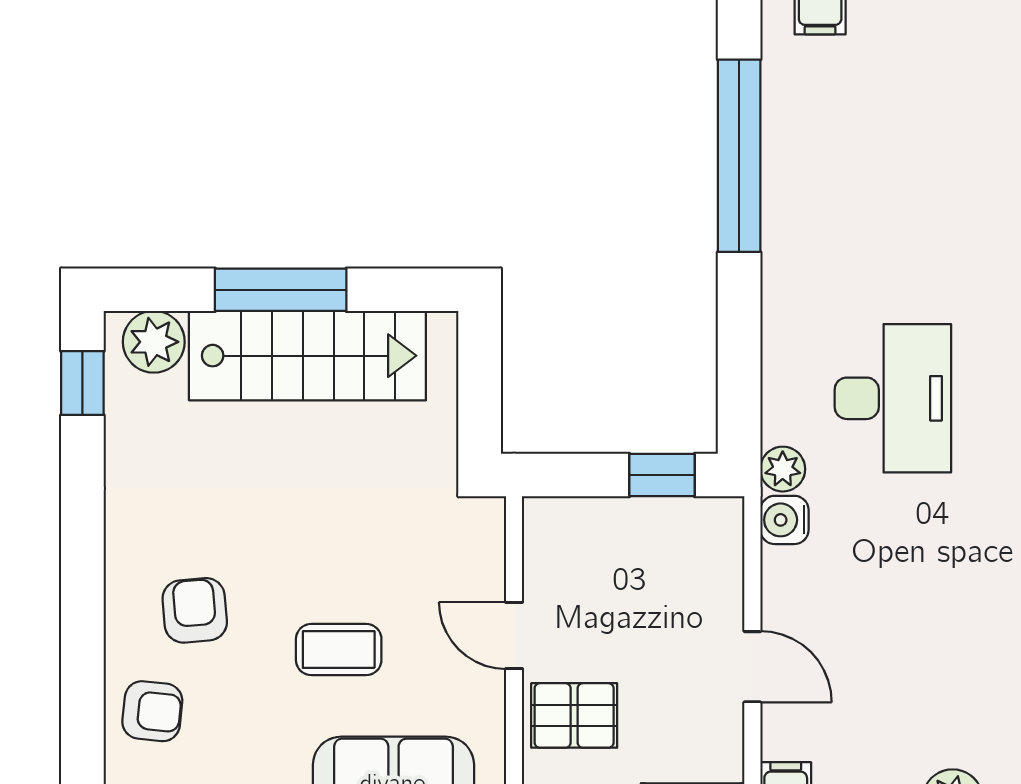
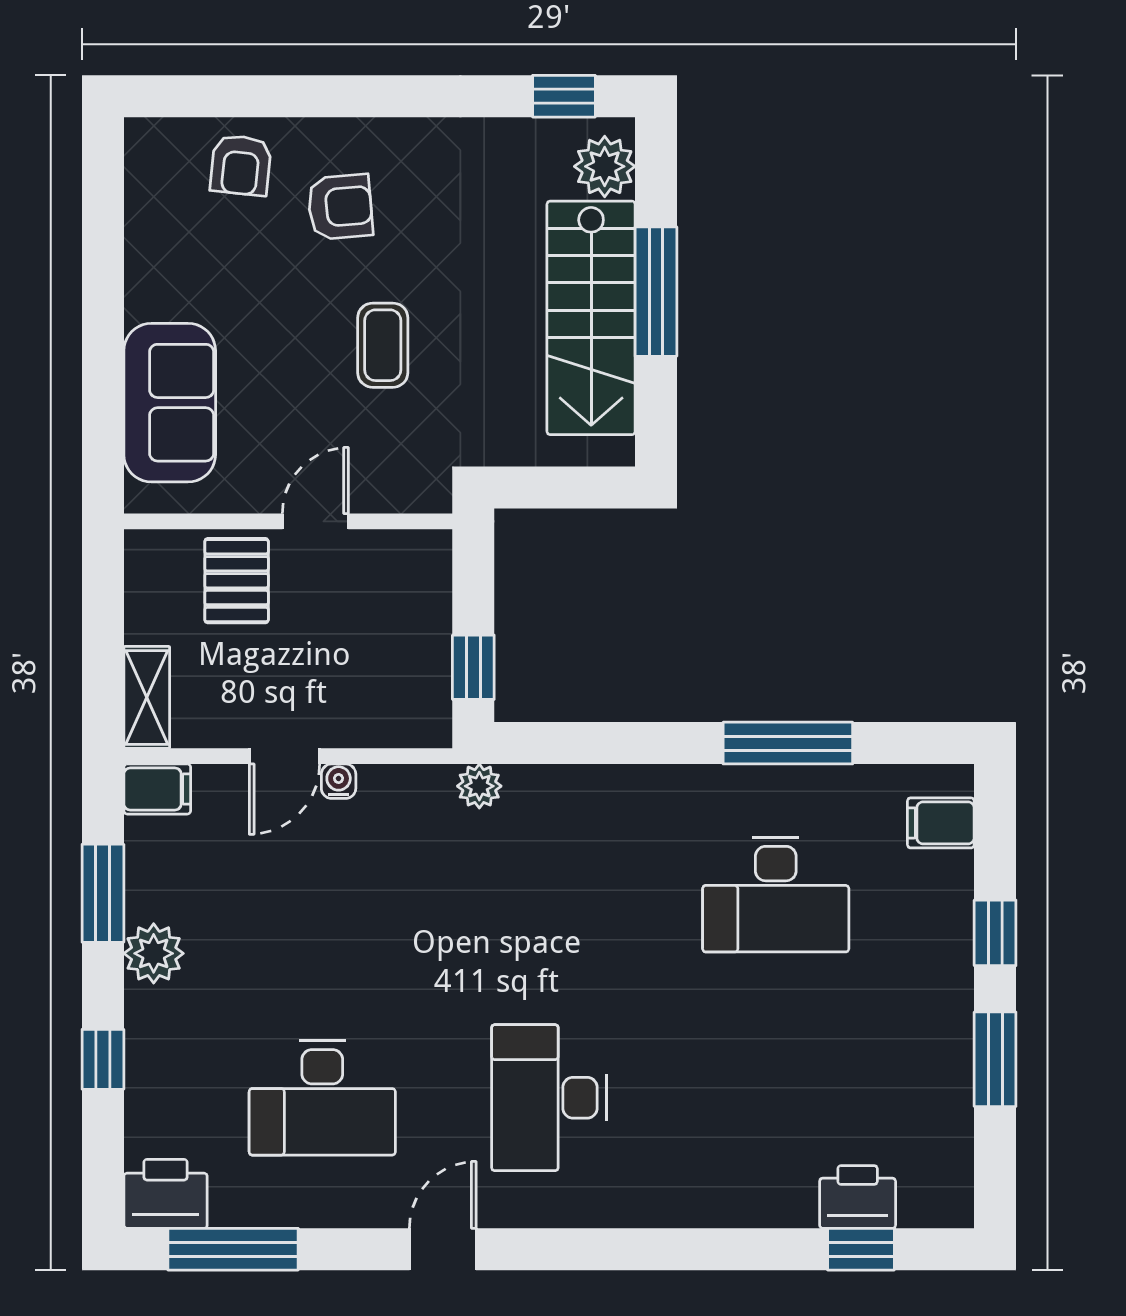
window: (739, 156) -> (788, 743), width x0.68
desk: (893, 398) -> (776, 895), moved
water cooler: (784, 520) -> (339, 781), moved, width x0.72, depth x0.72
coffee table: (339, 650) -> (383, 345), moved

